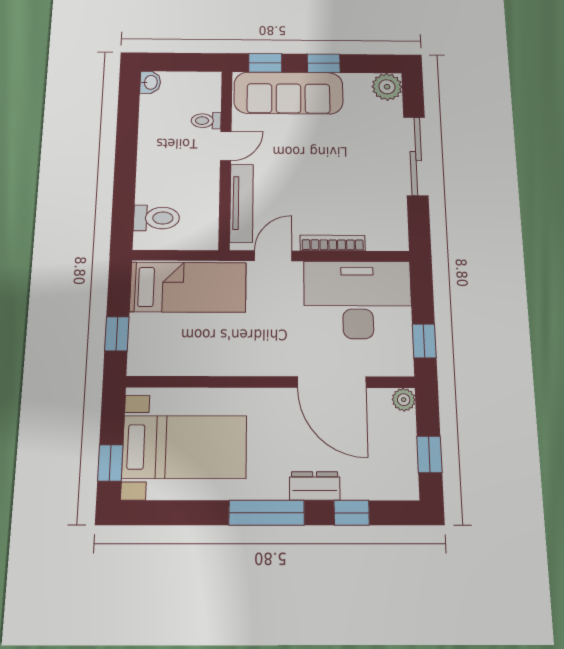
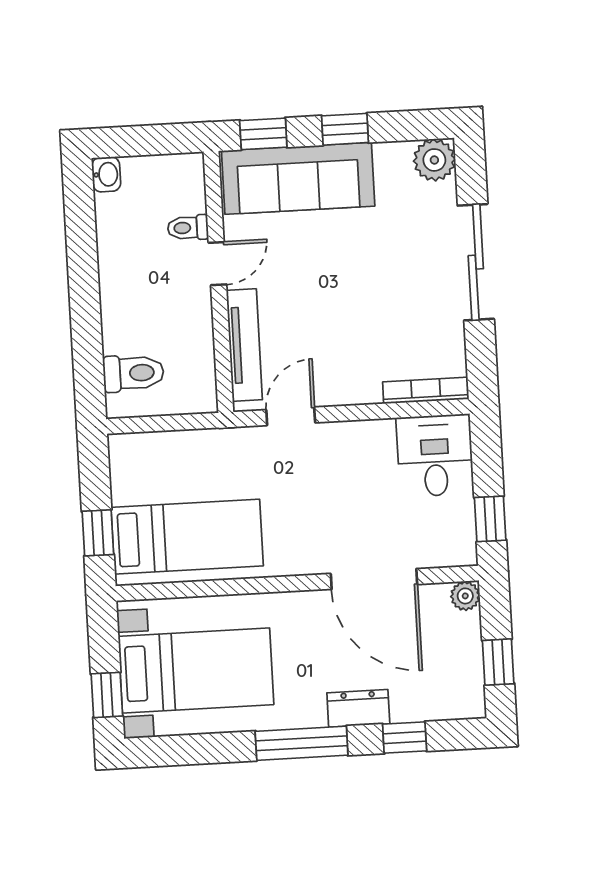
bookcase: (333, 243) -> (426, 390), moved
bed: (188, 287) -> (187, 537), moved
desk: (358, 300) -> (435, 455), width x0.53, depth x0.77

